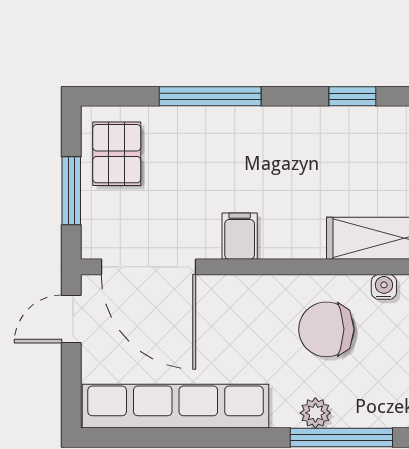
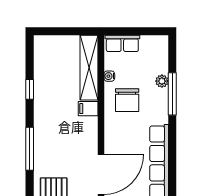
filing cabinet: (240, 236) -> (88, 109), moved
plant: (315, 413) -> (162, 81), moved

